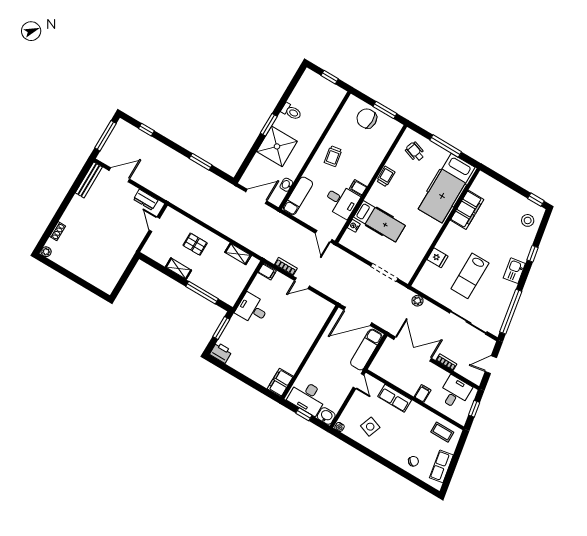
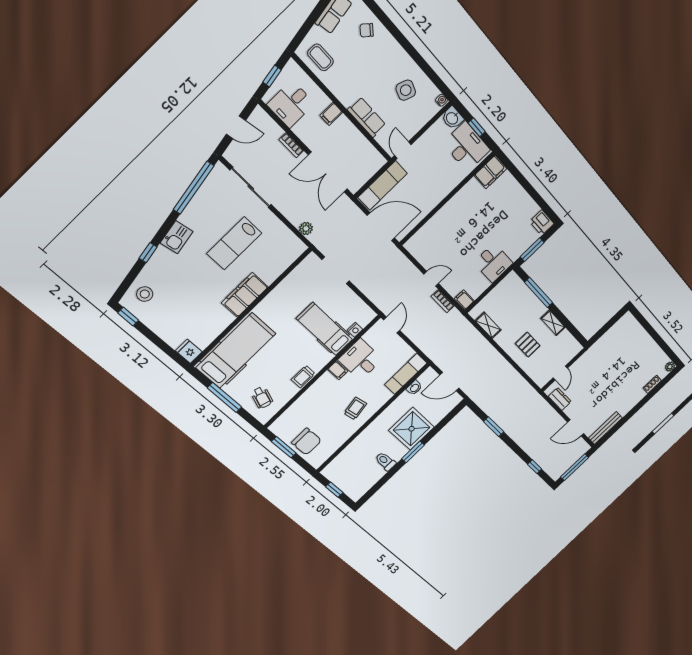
filing cabinet: (467, 210) -> (245, 295), moved
fridge: (437, 258) -> (189, 351), moved
lab bench: (470, 276) -> (234, 243), turned 180

